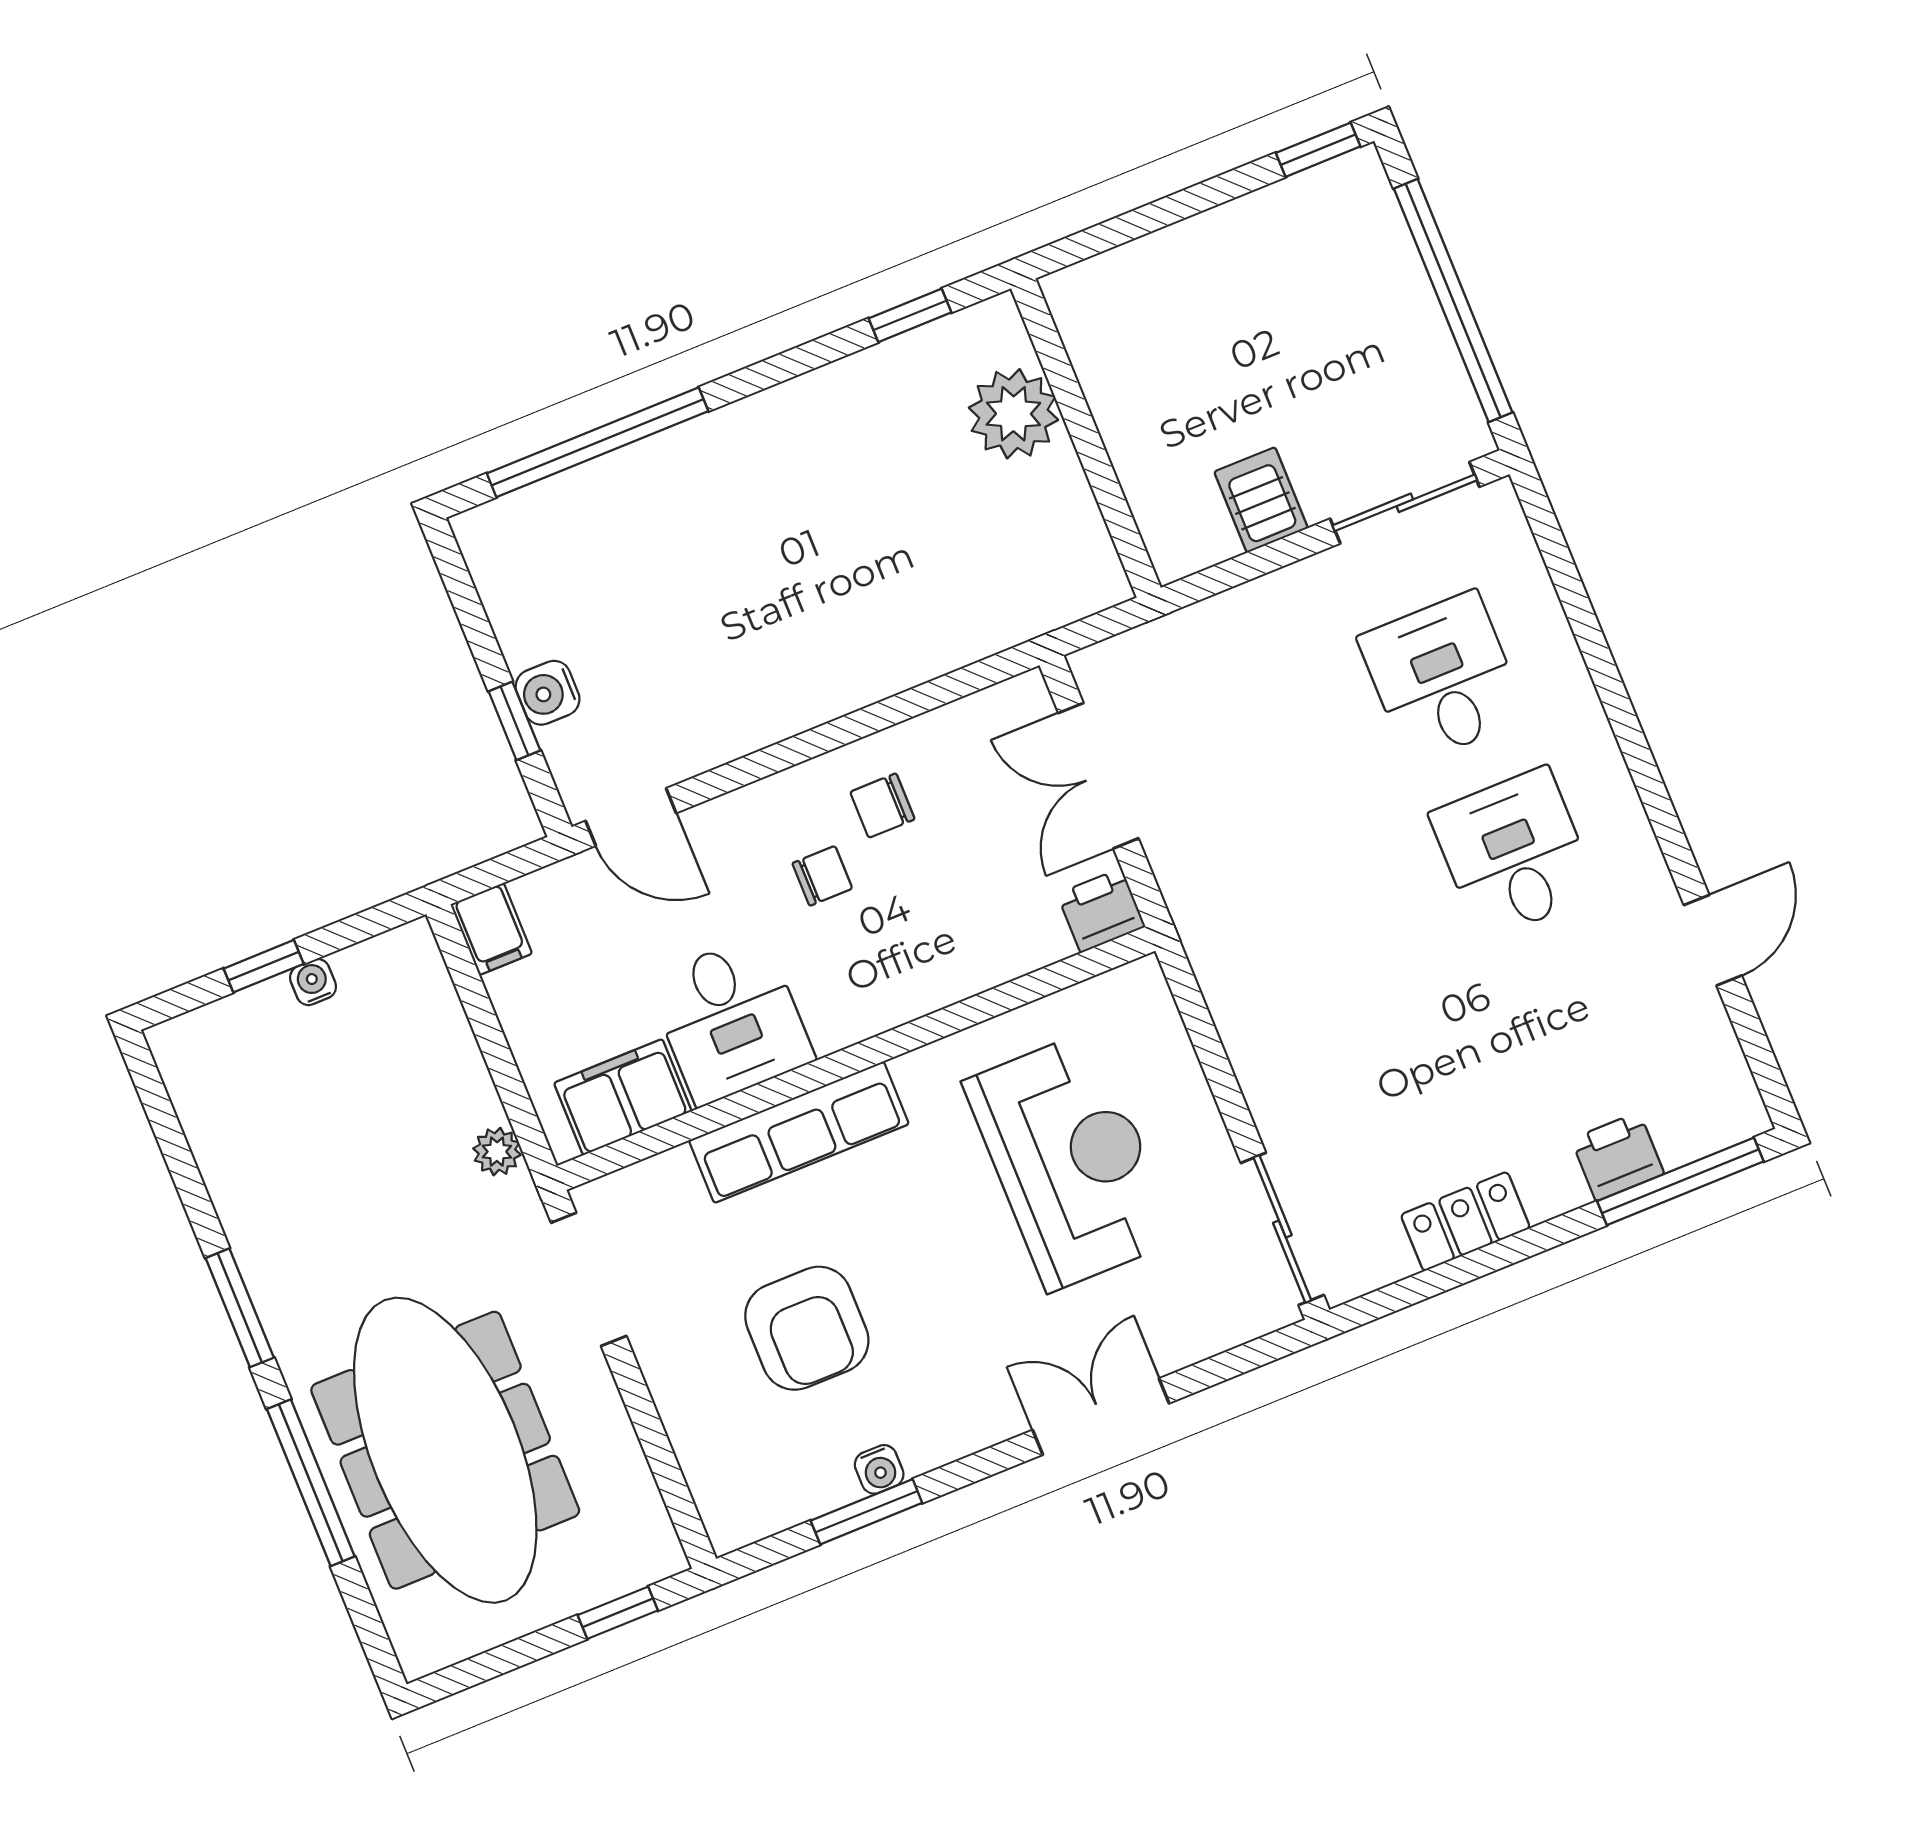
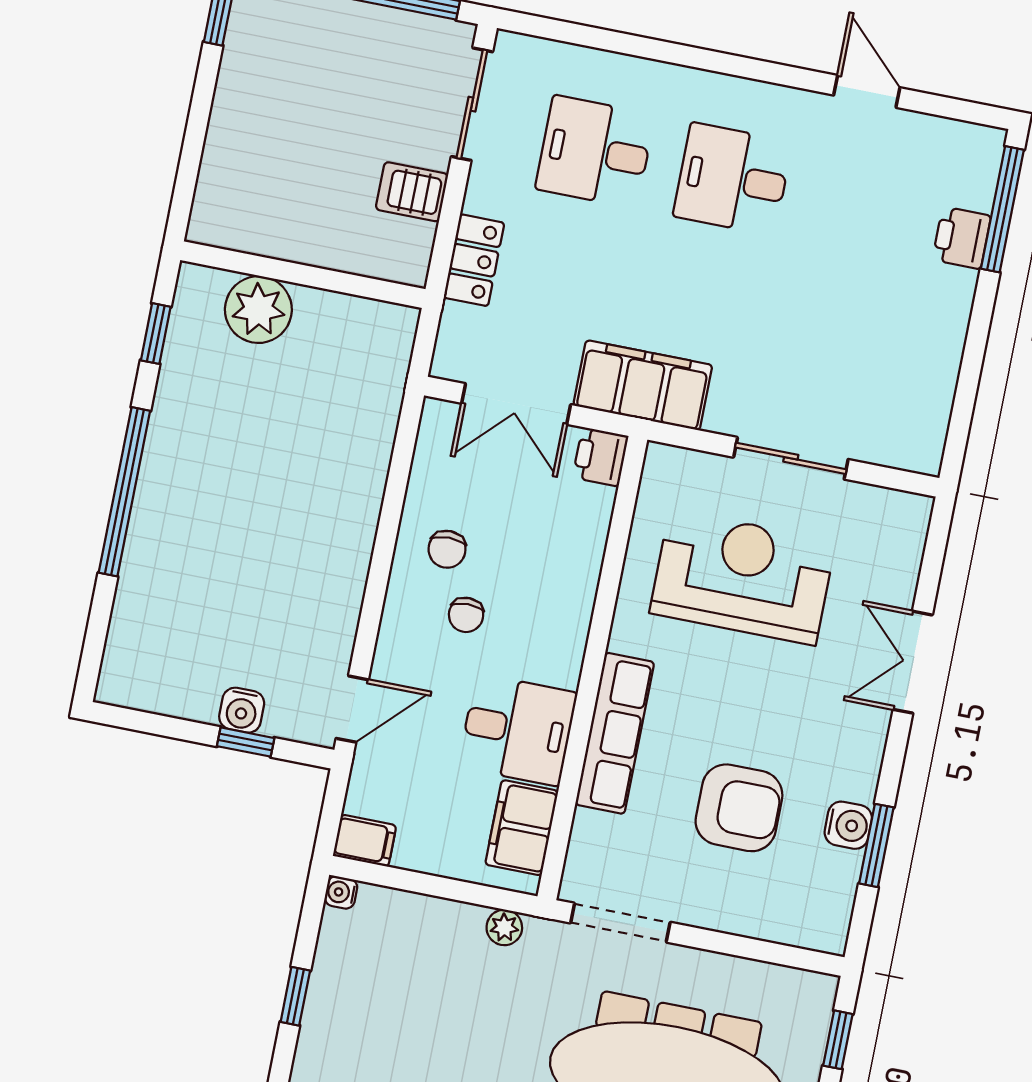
window: (598, 442) -> (124, 492), moved
chair: (822, 876) -> (466, 615), turned 180
filing cabinet: (1214, 905) -> (643, 385), added
water cooler: (313, 982) -> (341, 892), moved
locker: (1465, 1221) -> (474, 260), moved, turned 180
sliding door: (1282, 1229) -> (791, 458), moved
water cooler: (879, 1469) -> (848, 825), width x1.38, depth x1.38

